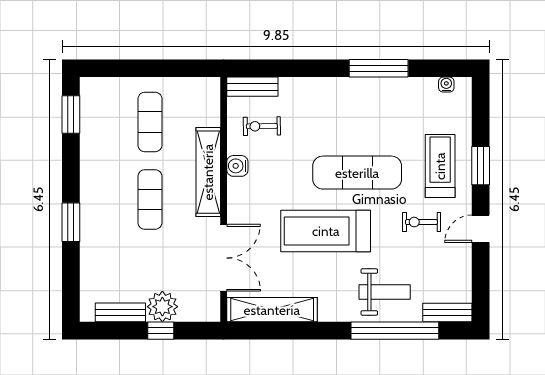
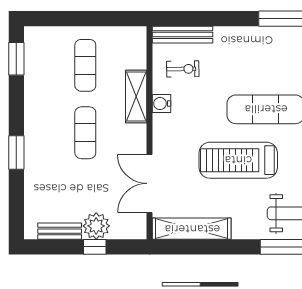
bench: (252, 87) -> (182, 35), width x1.36
exercise bike: (262, 126) -> (183, 69), turned 180
shelving: (208, 172) -> (136, 97), width x0.68
double door: (224, 258) -> (149, 183), swing flipped

